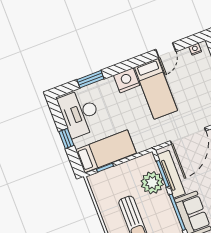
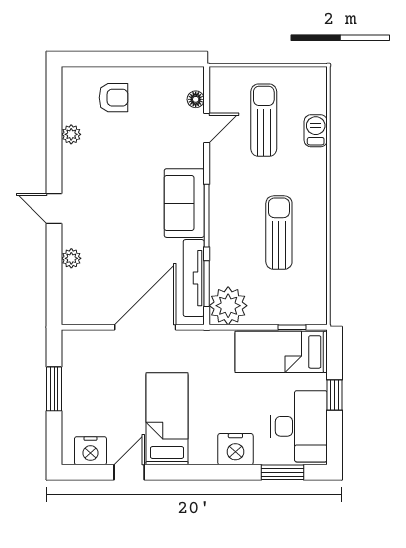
nightstand: (195, 49) -> (90, 451), width x1.89, depth x1.79
window: (90, 79) -> (283, 472), moved
nightstand: (127, 80) -> (235, 449), moved
plant: (152, 183) -> (228, 306), moved

